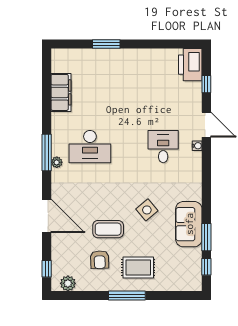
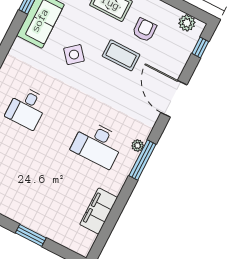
desk: (90, 147) -> (98, 144), turned 180

